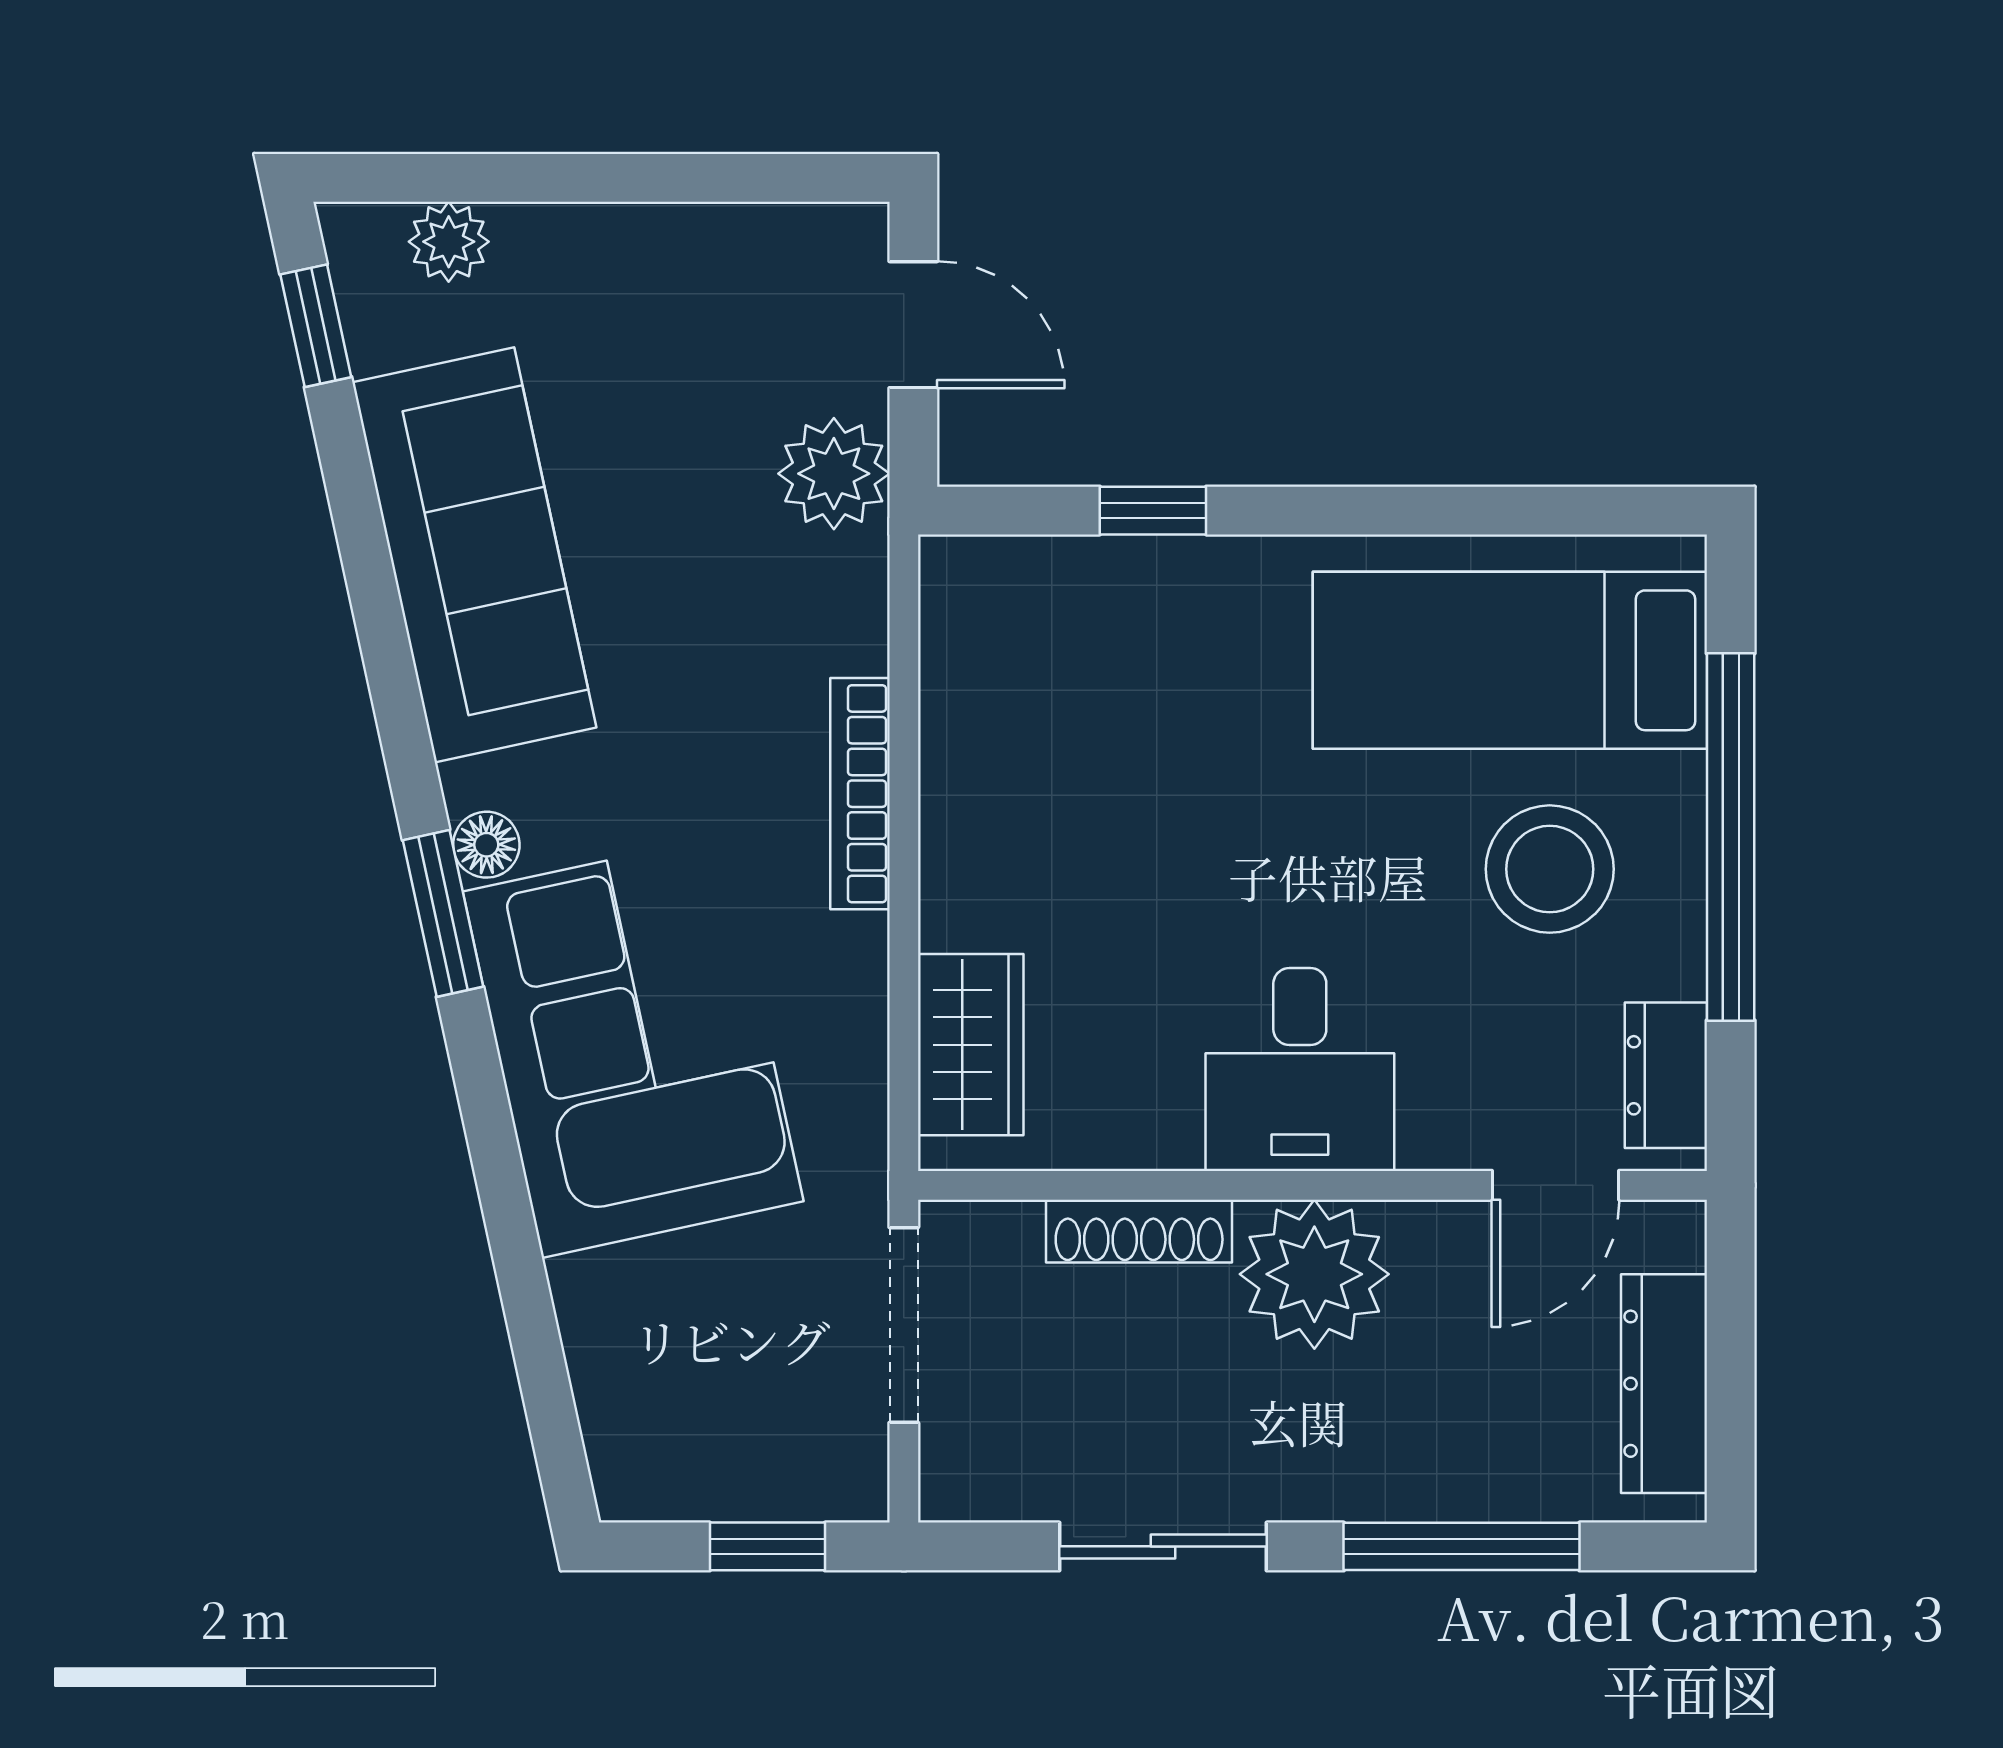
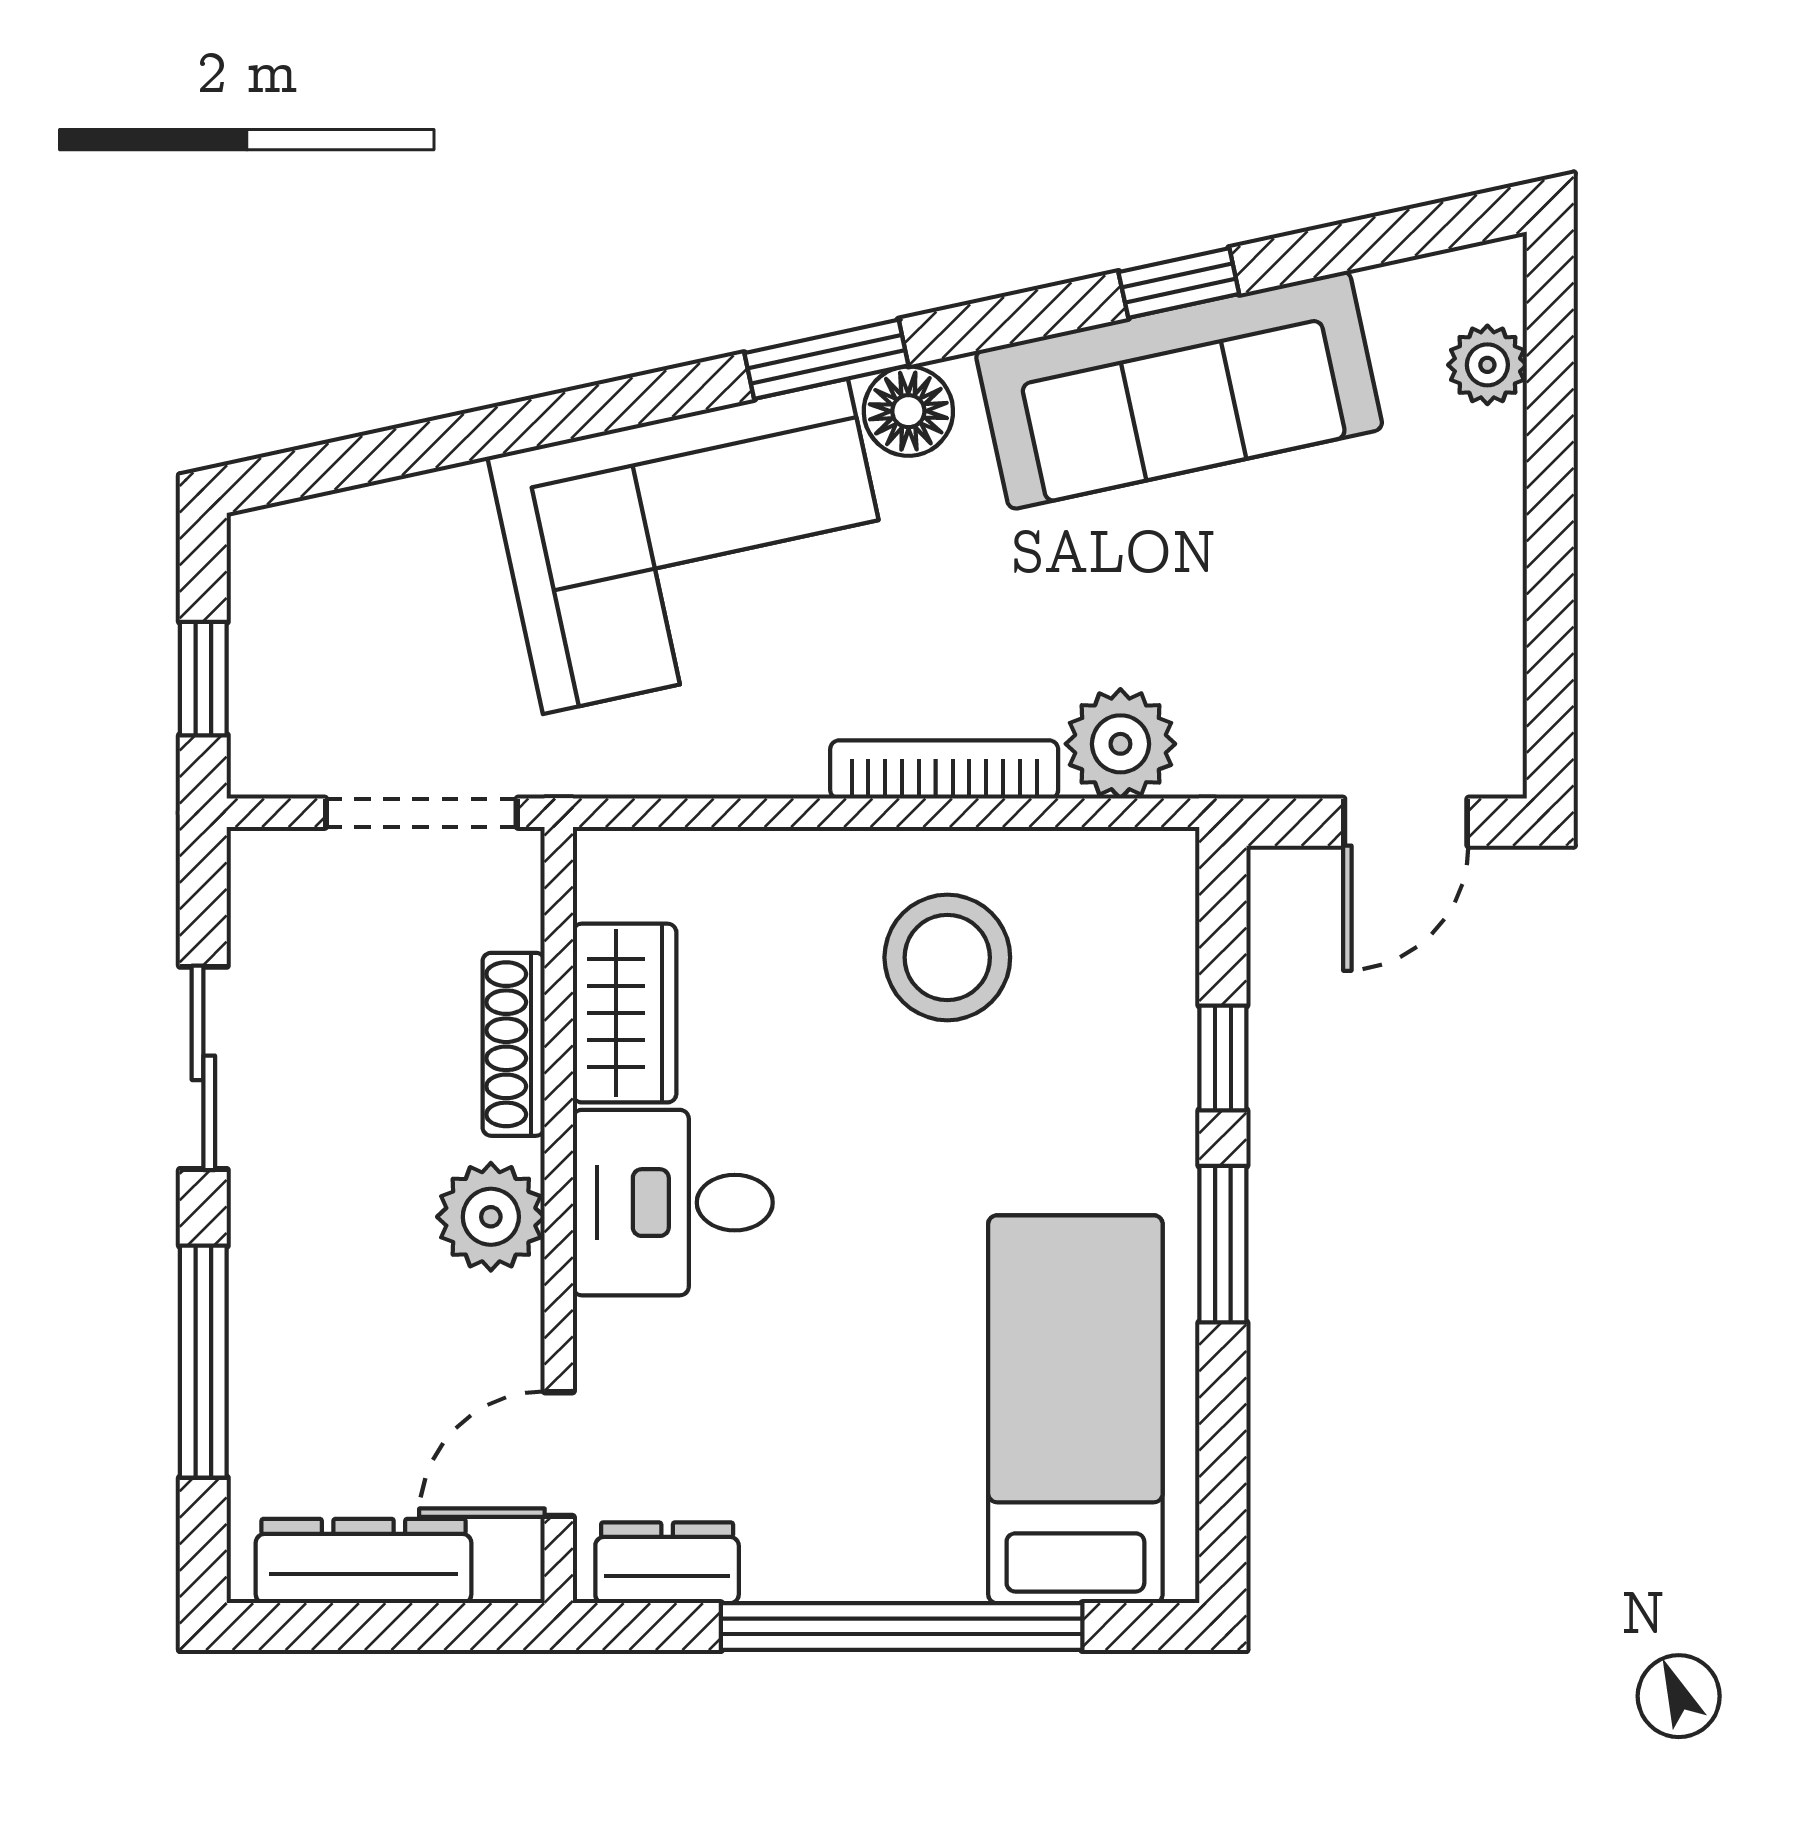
window: (316, 326) -> (1179, 283), moved
plant: (834, 474) -> (1120, 744), moved
window: (1342, 511) -> (1223, 1244), added
floor lamp: (486, 845) -> (908, 411), width x1.37, depth x1.37
stool: (1550, 869) -> (947, 957), moved
wardrobe: (971, 1045) -> (625, 1013), moved, turned -90
door: (1555, 1185) -> (559, 1454), hinge flipped
plant: (1314, 1274) -> (491, 1217), width x0.73, depth x0.73

